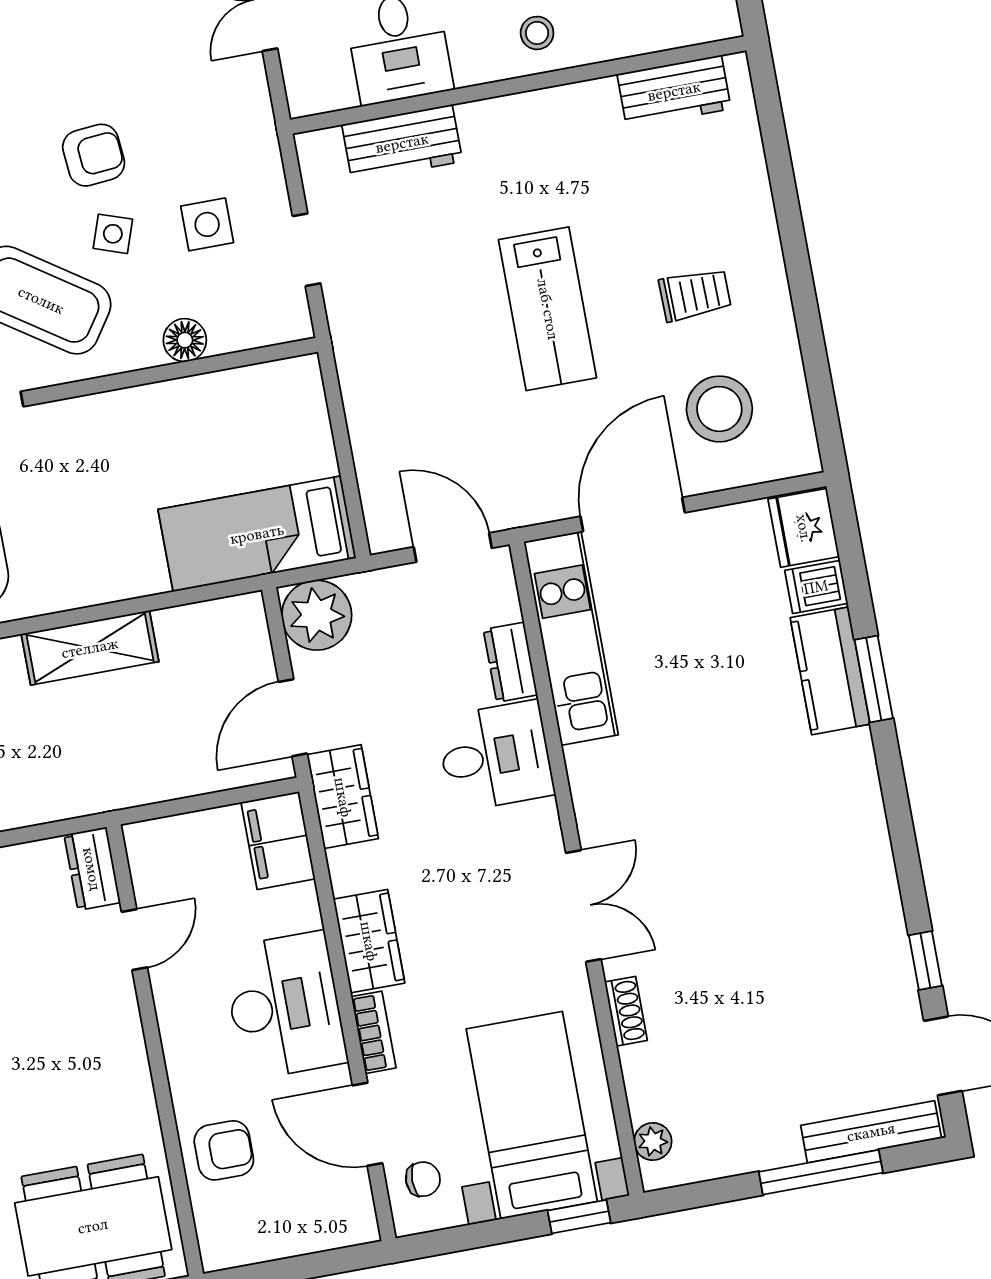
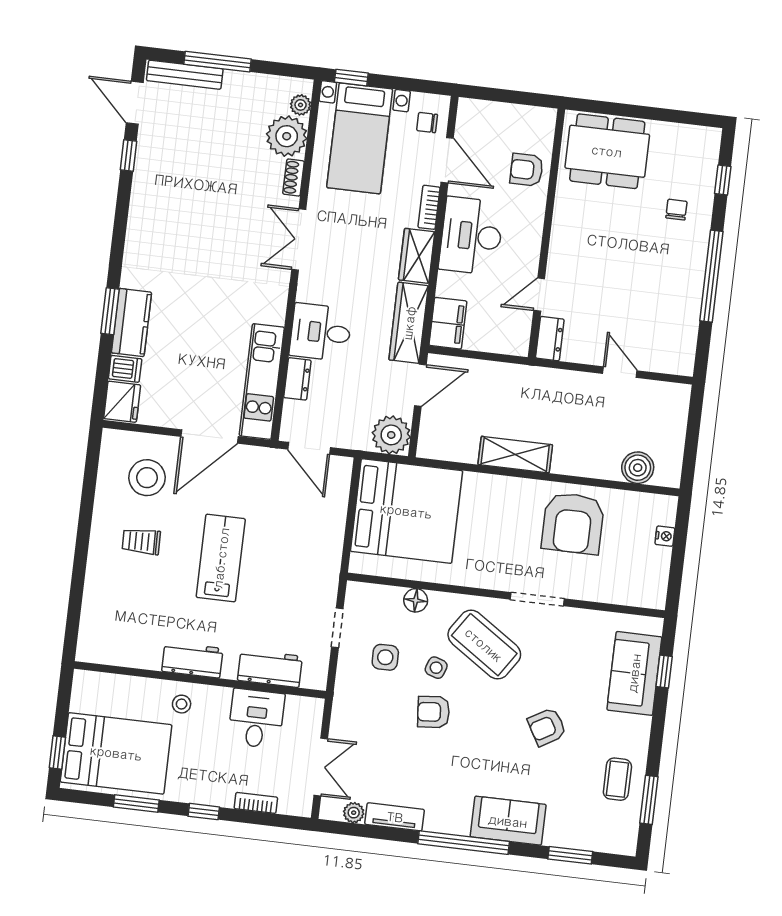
workbench: (674, 91) -> (192, 660), moved
bed: (257, 534) -> (406, 511), width x2.04
wardrobe: (343, 797) -> (409, 323), width x1.50
plant: (660, 1080) -> (287, 136), added

